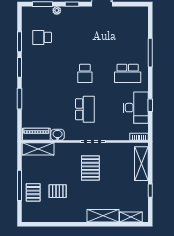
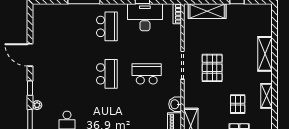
school desk: (85, 73) -> (107, 74), width x1.85
pallet: (90, 168) -> (212, 68), turned 90
shelving: (131, 217) -> (266, 96), moved

